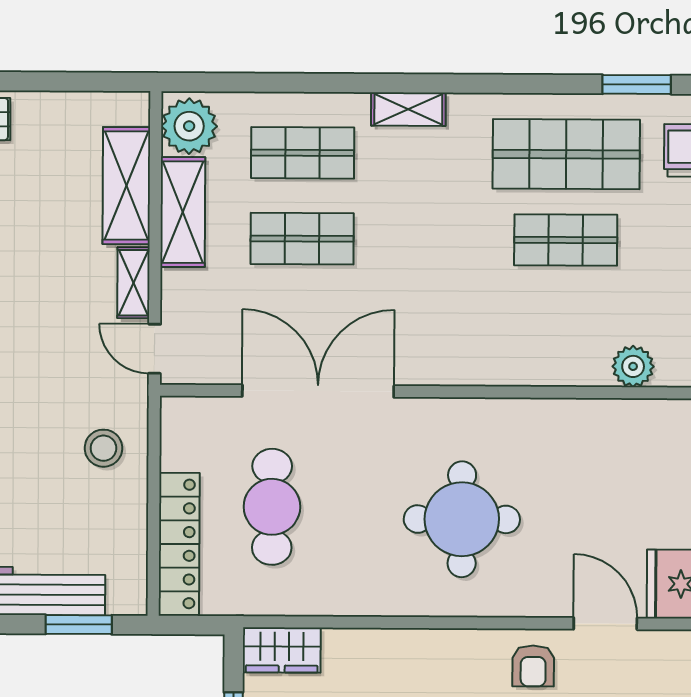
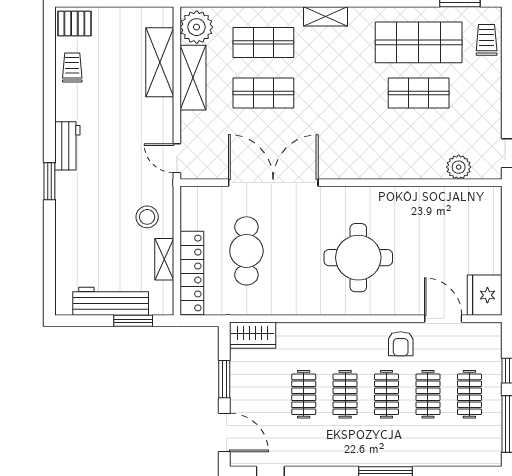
shelving: (133, 283) -> (164, 259), moved

